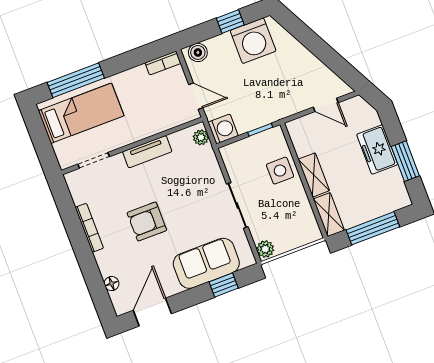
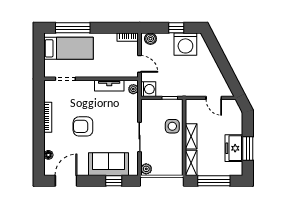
freezer: (377, 149) -> (234, 148), moved
tv unit: (147, 152) -> (109, 86), moved

